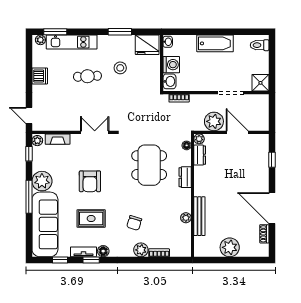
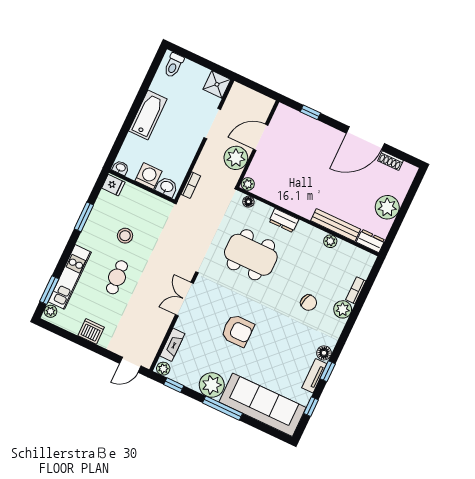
fridge: (147, 45) -> (113, 185), width x0.53, depth x0.75
dresser: (200, 155) -> (371, 241), moved
rug: (91, 219) -> (281, 349), removed

